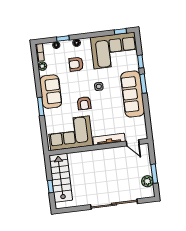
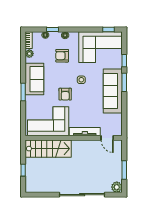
stairs: (61, 178) -> (48, 149), moved, turned 90
plant: (147, 181) -> (117, 187), moved

